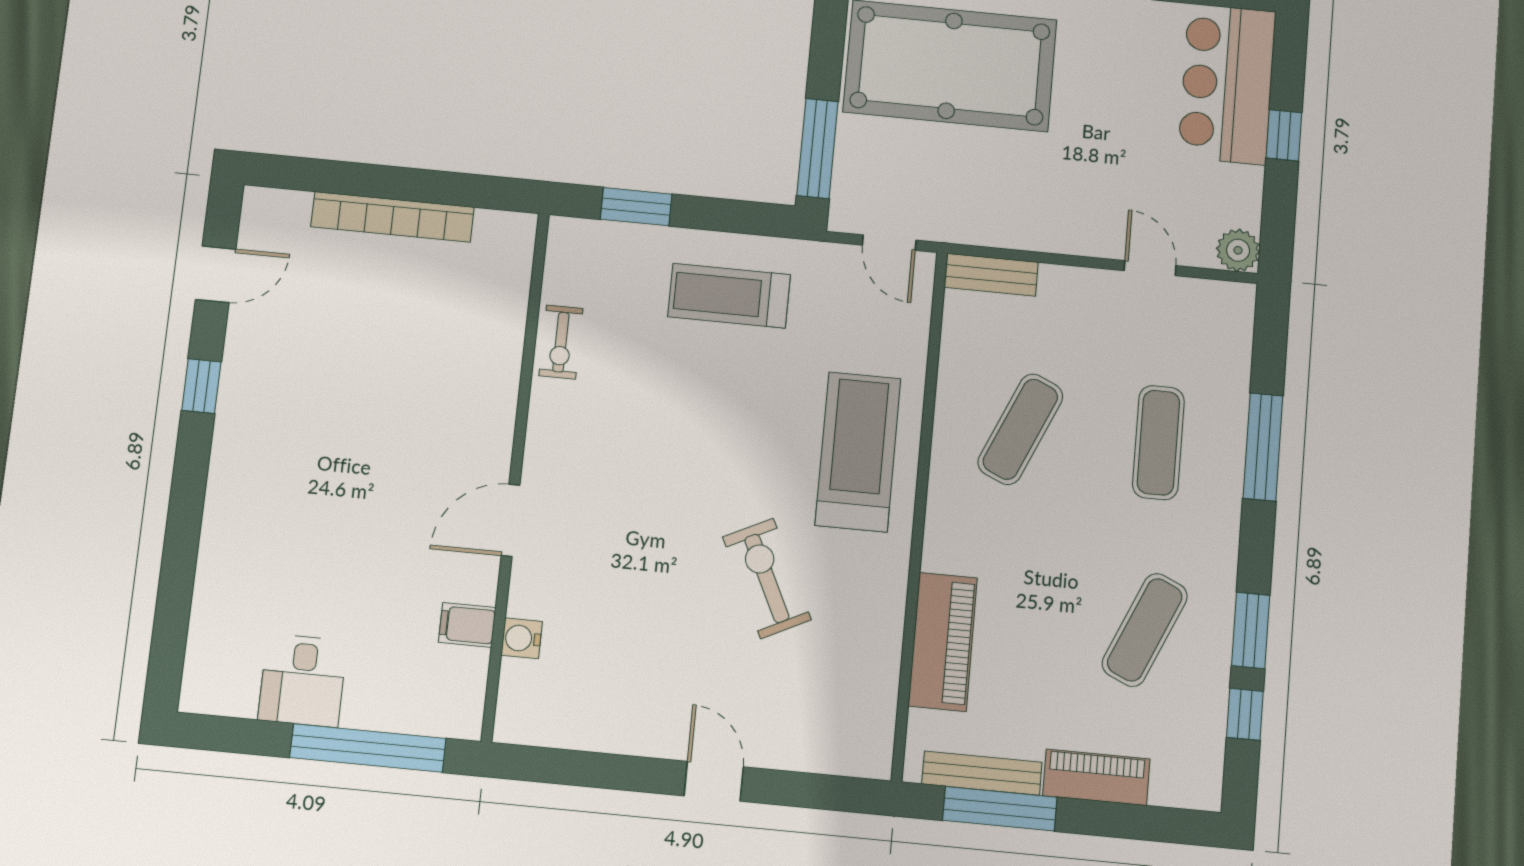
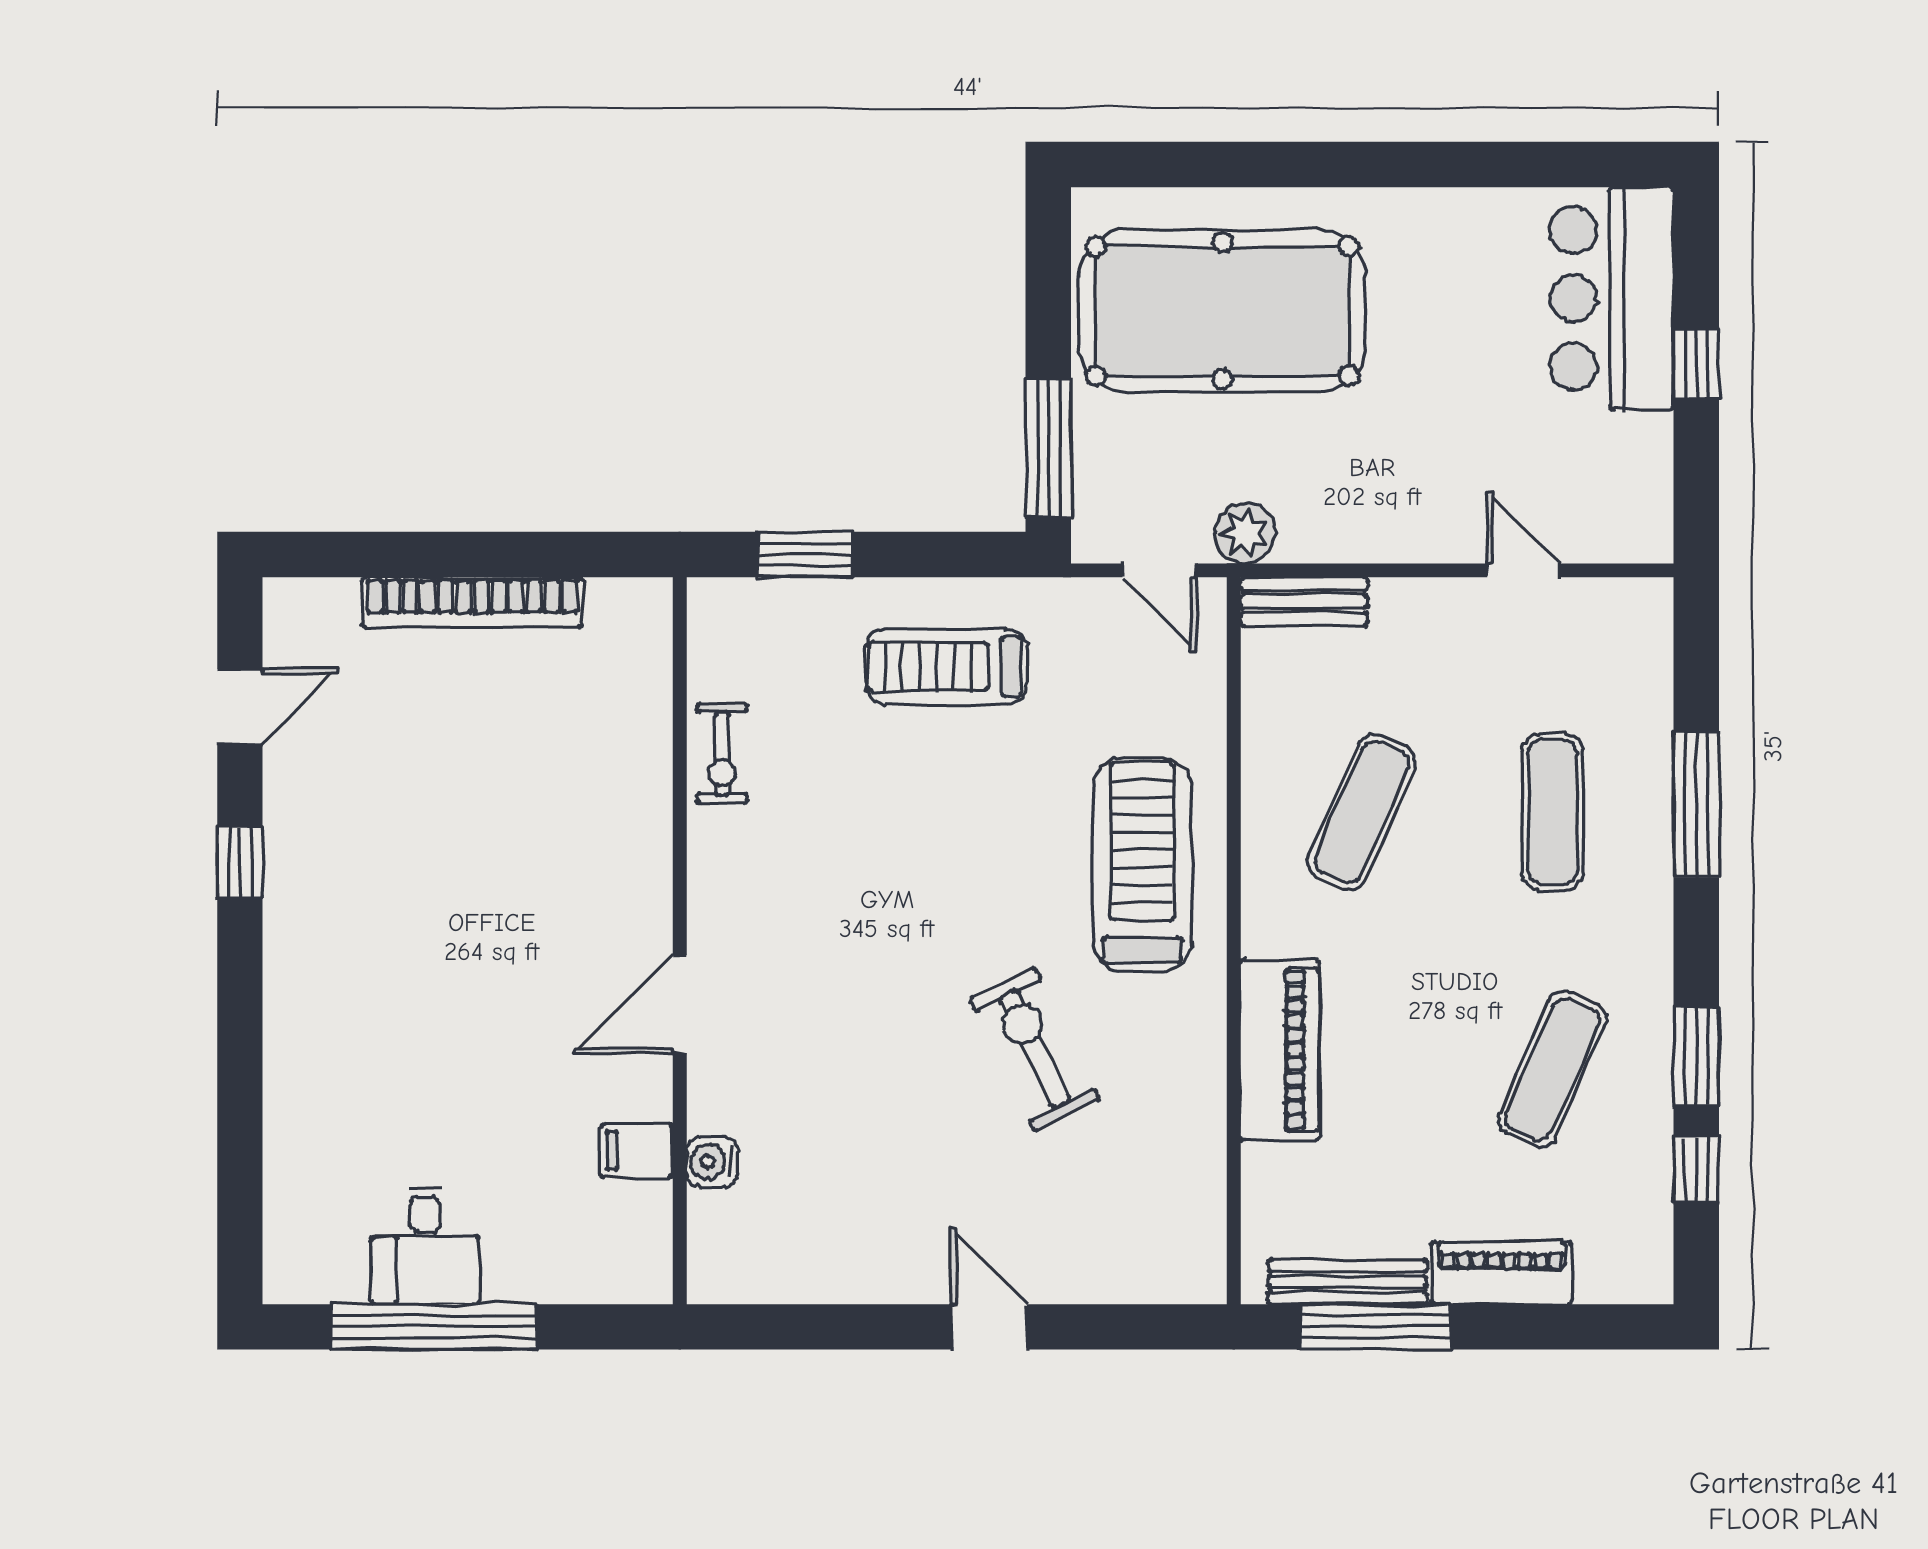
plant: (1238, 250) -> (1245, 533), moved
piano: (943, 642) -> (1280, 1050), moved
window: (368, 748) -> (434, 1327), moved

